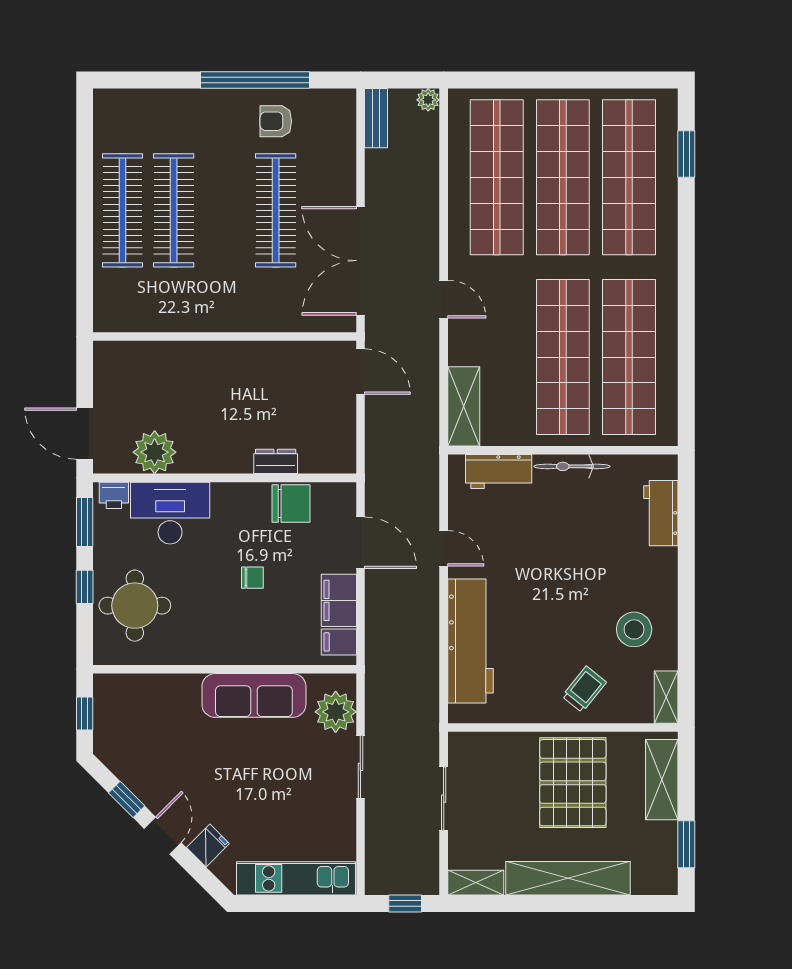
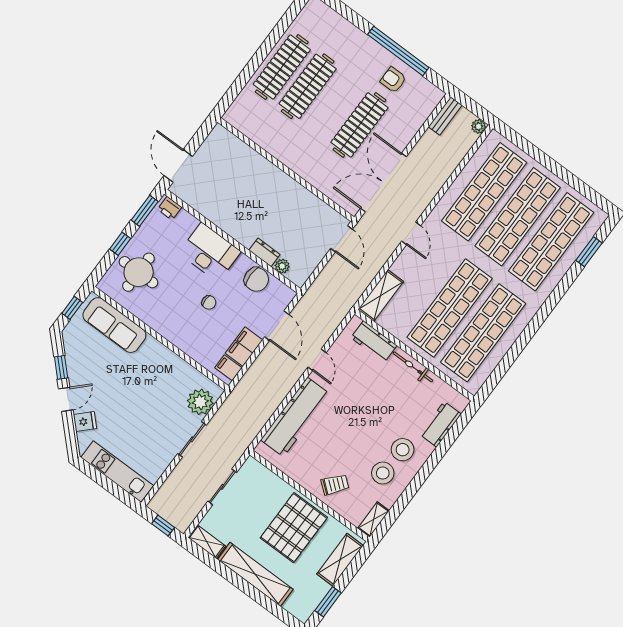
plant: (155, 452) -> (282, 266), moved, width x0.53, depth x0.53
desk: (170, 513) -> (210, 252), moved
stool: (637, 581) -> (403, 450), added
sofa: (254, 695) -> (114, 325), moved

